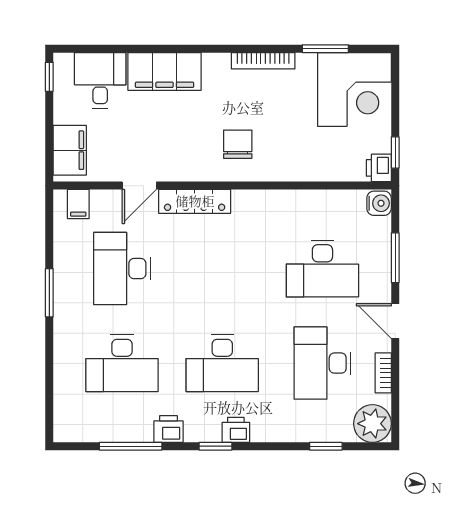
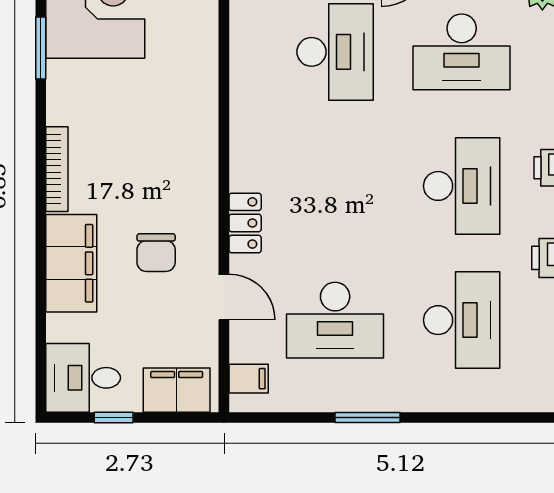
bookcase: (263, 61) -> (57, 169), moved
window: (49, 77) -> (114, 417), moved
desk: (100, 80) -> (83, 378), moved
chair: (238, 144) -> (156, 253), moved, turned -90
locker: (195, 201) -> (245, 223), width x0.66

